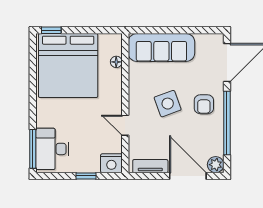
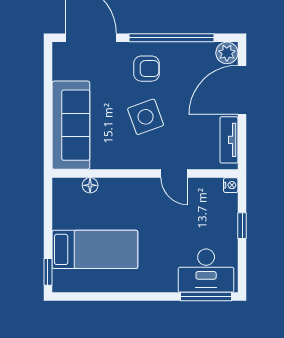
bed: (68, 66) -> (95, 249), width x0.49
door: (125, 125) -> (174, 173), hinge flipped
nightstand: (111, 163) -> (231, 185), width x0.53, depth x0.56

